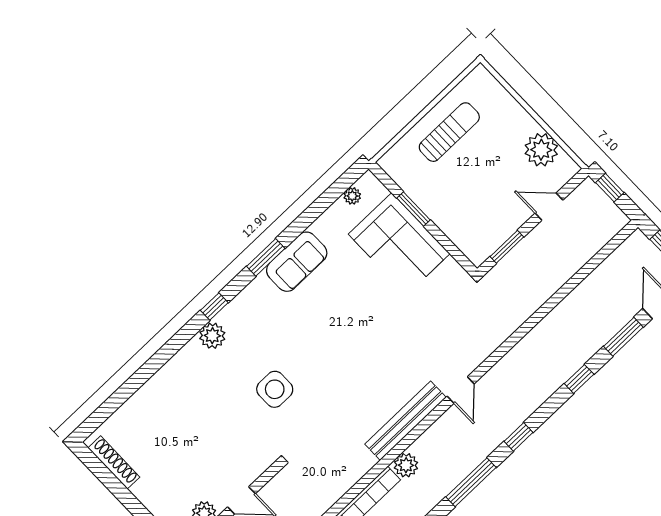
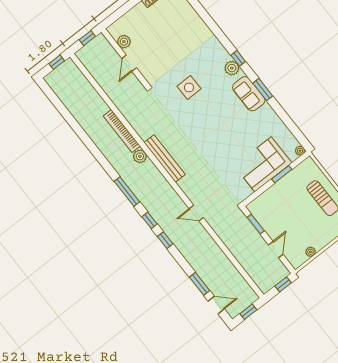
plant: (541, 150) -> (310, 252), width x0.53, depth x0.53
plant: (352, 196) -> (300, 151), moved
sofa: (297, 262) -> (249, 94), moved
plant: (212, 336) -> (232, 68), moved
window: (579, 379) -> (165, 240), moved
door: (461, 390) -> (196, 213), moved

